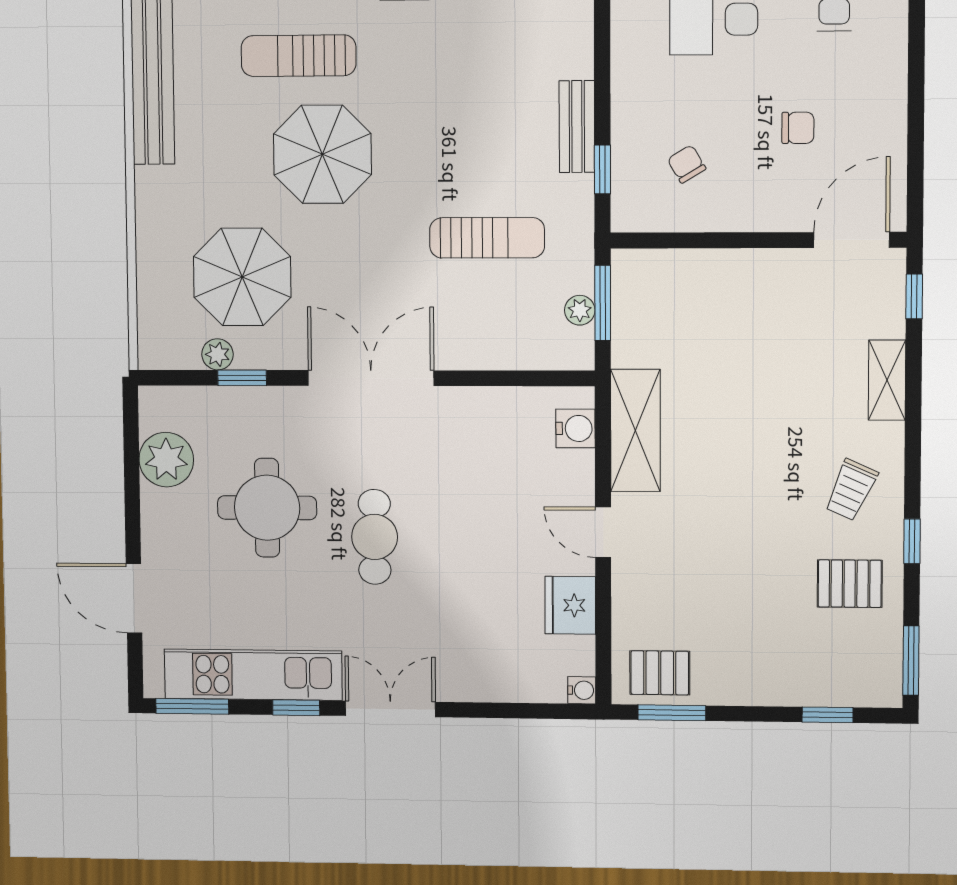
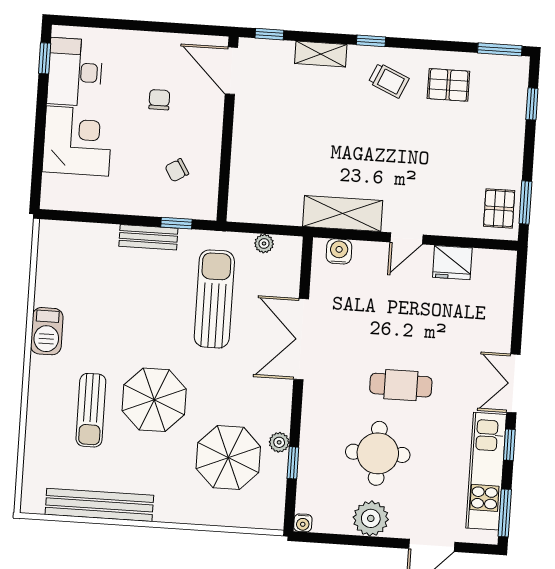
sun lounger: (487, 238) -> (214, 299), width x1.36, depth x1.34
window: (603, 303) -> (260, 229), removed
plant: (217, 354) -> (279, 442), moved
double door: (371, 378) -> (301, 339), moved
plant: (166, 460) -> (371, 518), moved
window: (912, 541) -> (371, 41), moved
pallet: (850, 584) -> (448, 85), turned 90
water cooler: (582, 690) -> (303, 523), moved, turned 180

